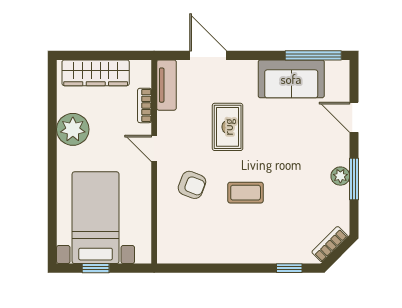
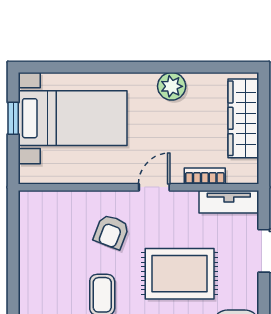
rug: (228, 127) -> (180, 274), width x1.36, depth x1.43
plant: (73, 129) -> (172, 86), width x0.73, depth x0.73

